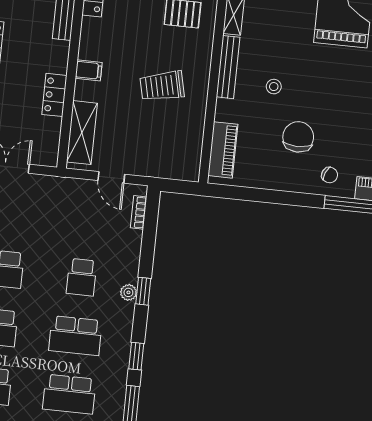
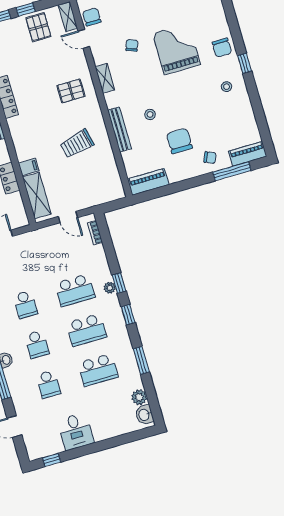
bench: (228, 67) -> (119, 129), moved
filing cabinet: (89, 70) -> (29, 167), moved
piano: (223, 150) -> (148, 182), moved, turned -90
school desk: (82, 277) -> (75, 290), width x1.85
window: (136, 356) -> (128, 315), moved

